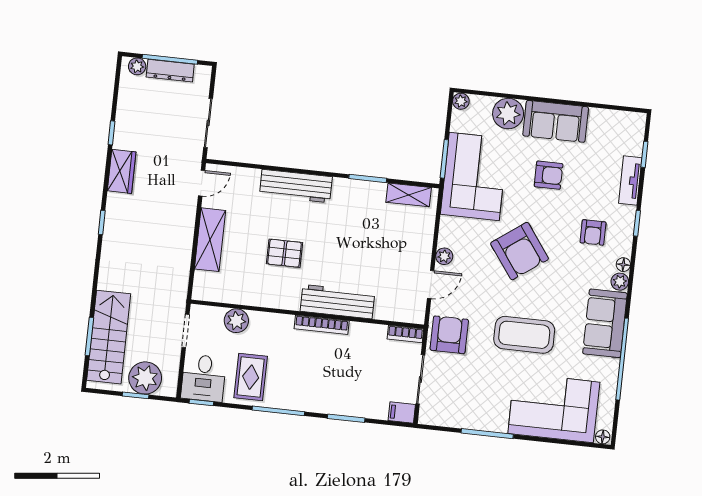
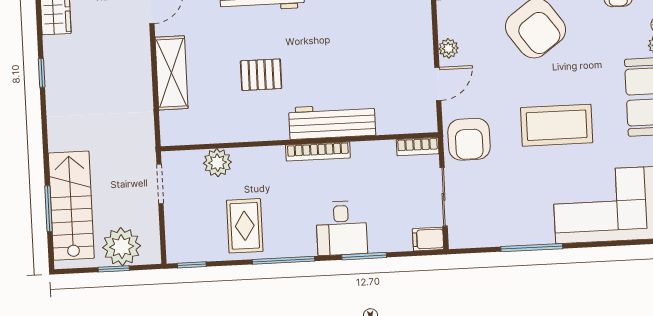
armchair: (449, 335) -> (469, 139), turned 180
desk: (204, 378) -> (342, 228), moved

